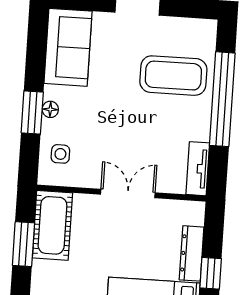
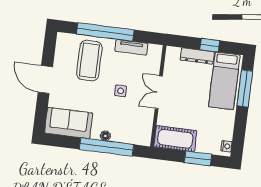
window: (32, 113) -> (107, 147), width x2.11
side table: (60, 154) -> (121, 91), moved
tv unit: (198, 169) -> (131, 47), moved
window: (23, 244) -> (198, 158), moved

